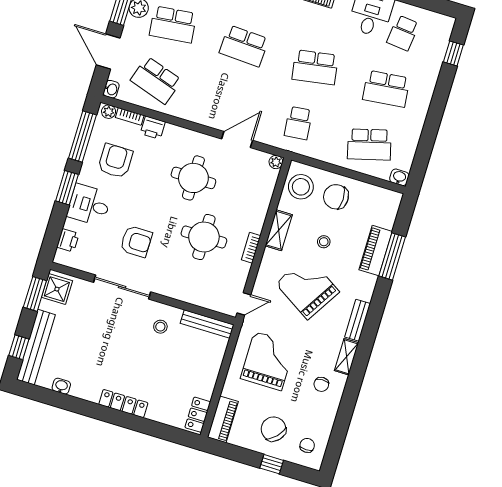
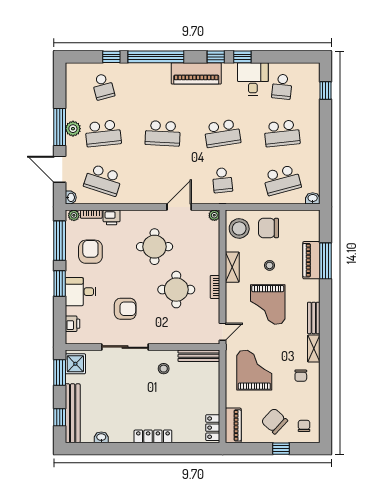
grand piano: (308, 288) -> (268, 304), turned -122

